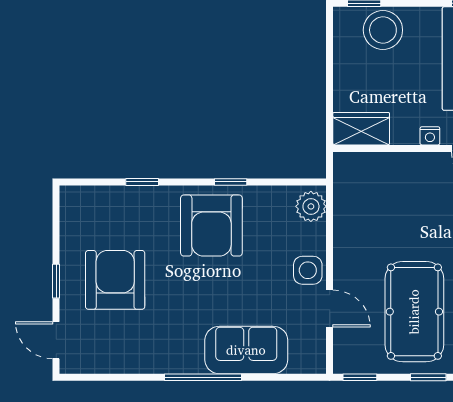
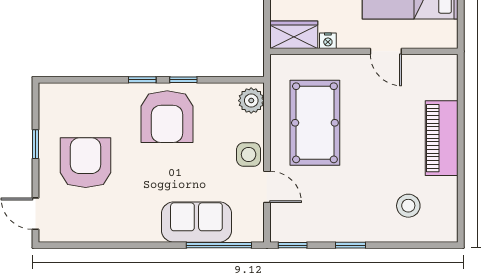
nightstand: (430, 136) -> (328, 41), moved
window: (142, 182) -> (142, 80), moved
window: (56, 281) -> (36, 144), moved
pool table: (414, 312) -> (315, 123), moved
window: (203, 377) -> (219, 245), moved

